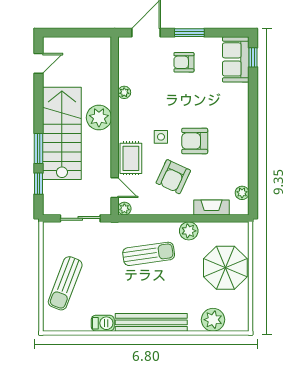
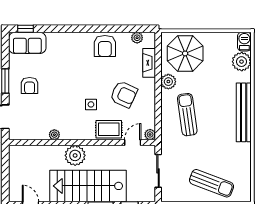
armchair: (195, 141) -> (105, 46), moved
parasol: (225, 268) -> (185, 53), moved
barbecue: (103, 323) -> (244, 42), moved

